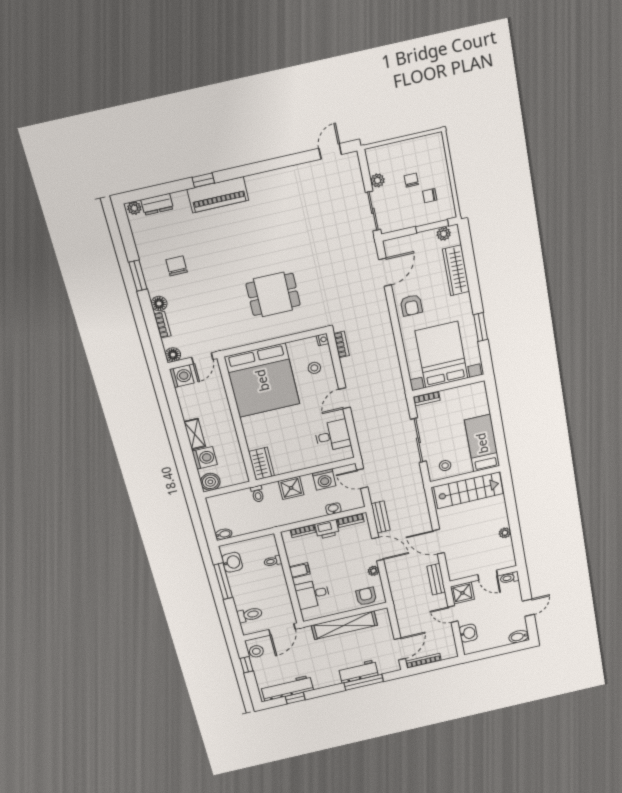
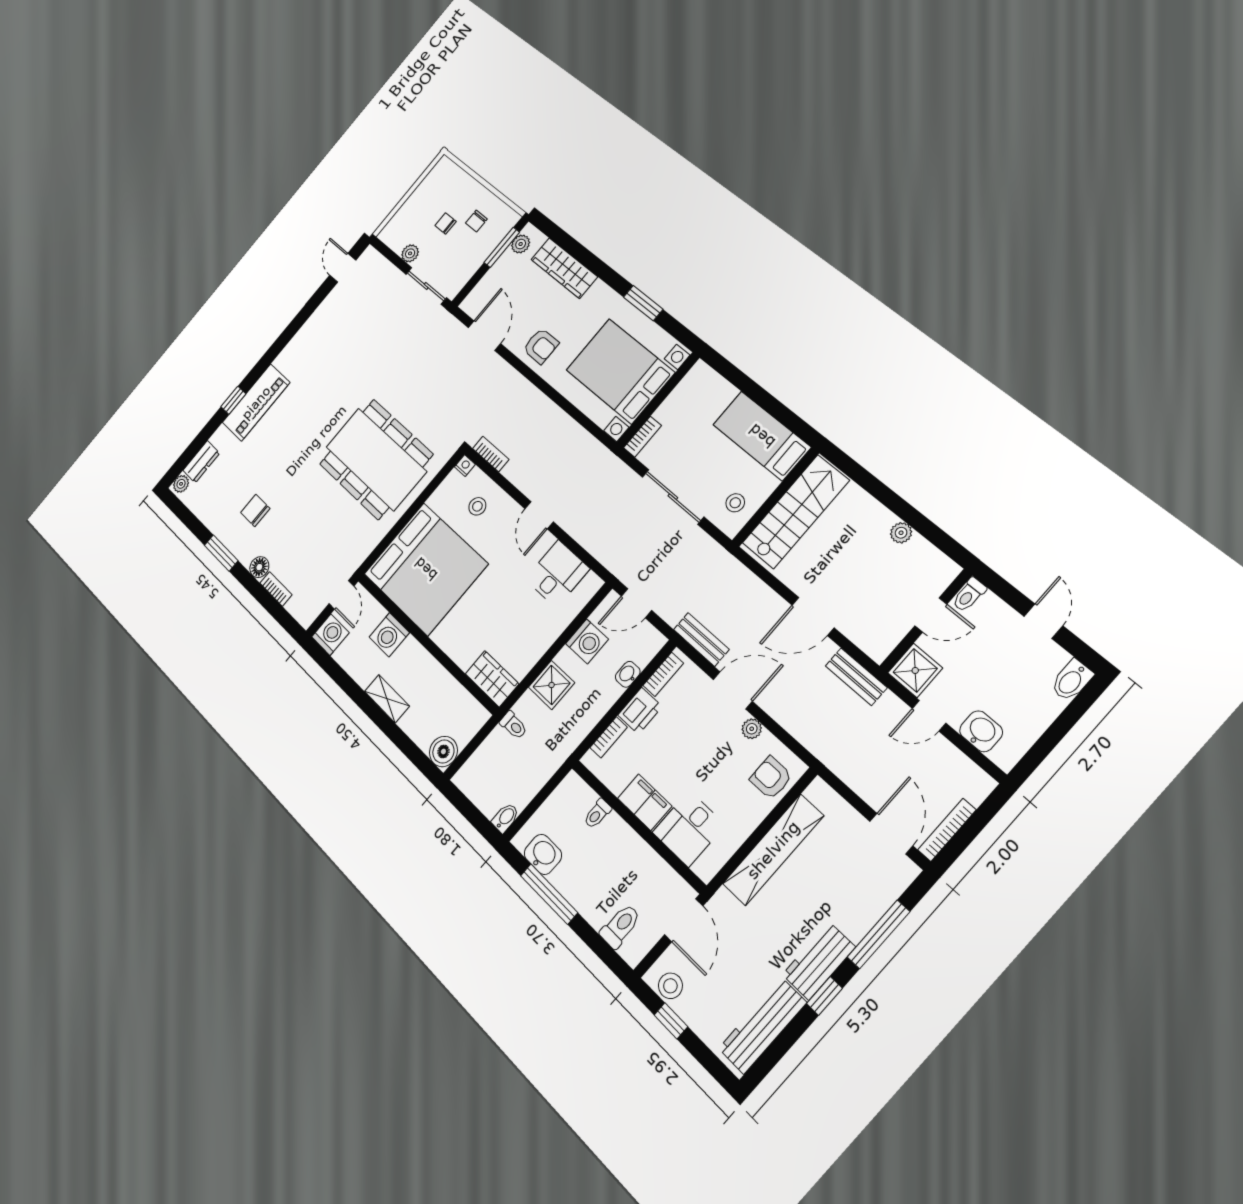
dining table: (273, 294) -> (376, 459), width x1.88, depth x1.24
floor lamp: (173, 355) -> (306, 616), removed
washing machine: (205, 458) -> (389, 635), moved, turned 180
filing cabinet: (300, 570) -> (645, 802), width x2.00
workbench: (358, 672) -> (819, 961), moved
window: (295, 698) -> (824, 996), moved

